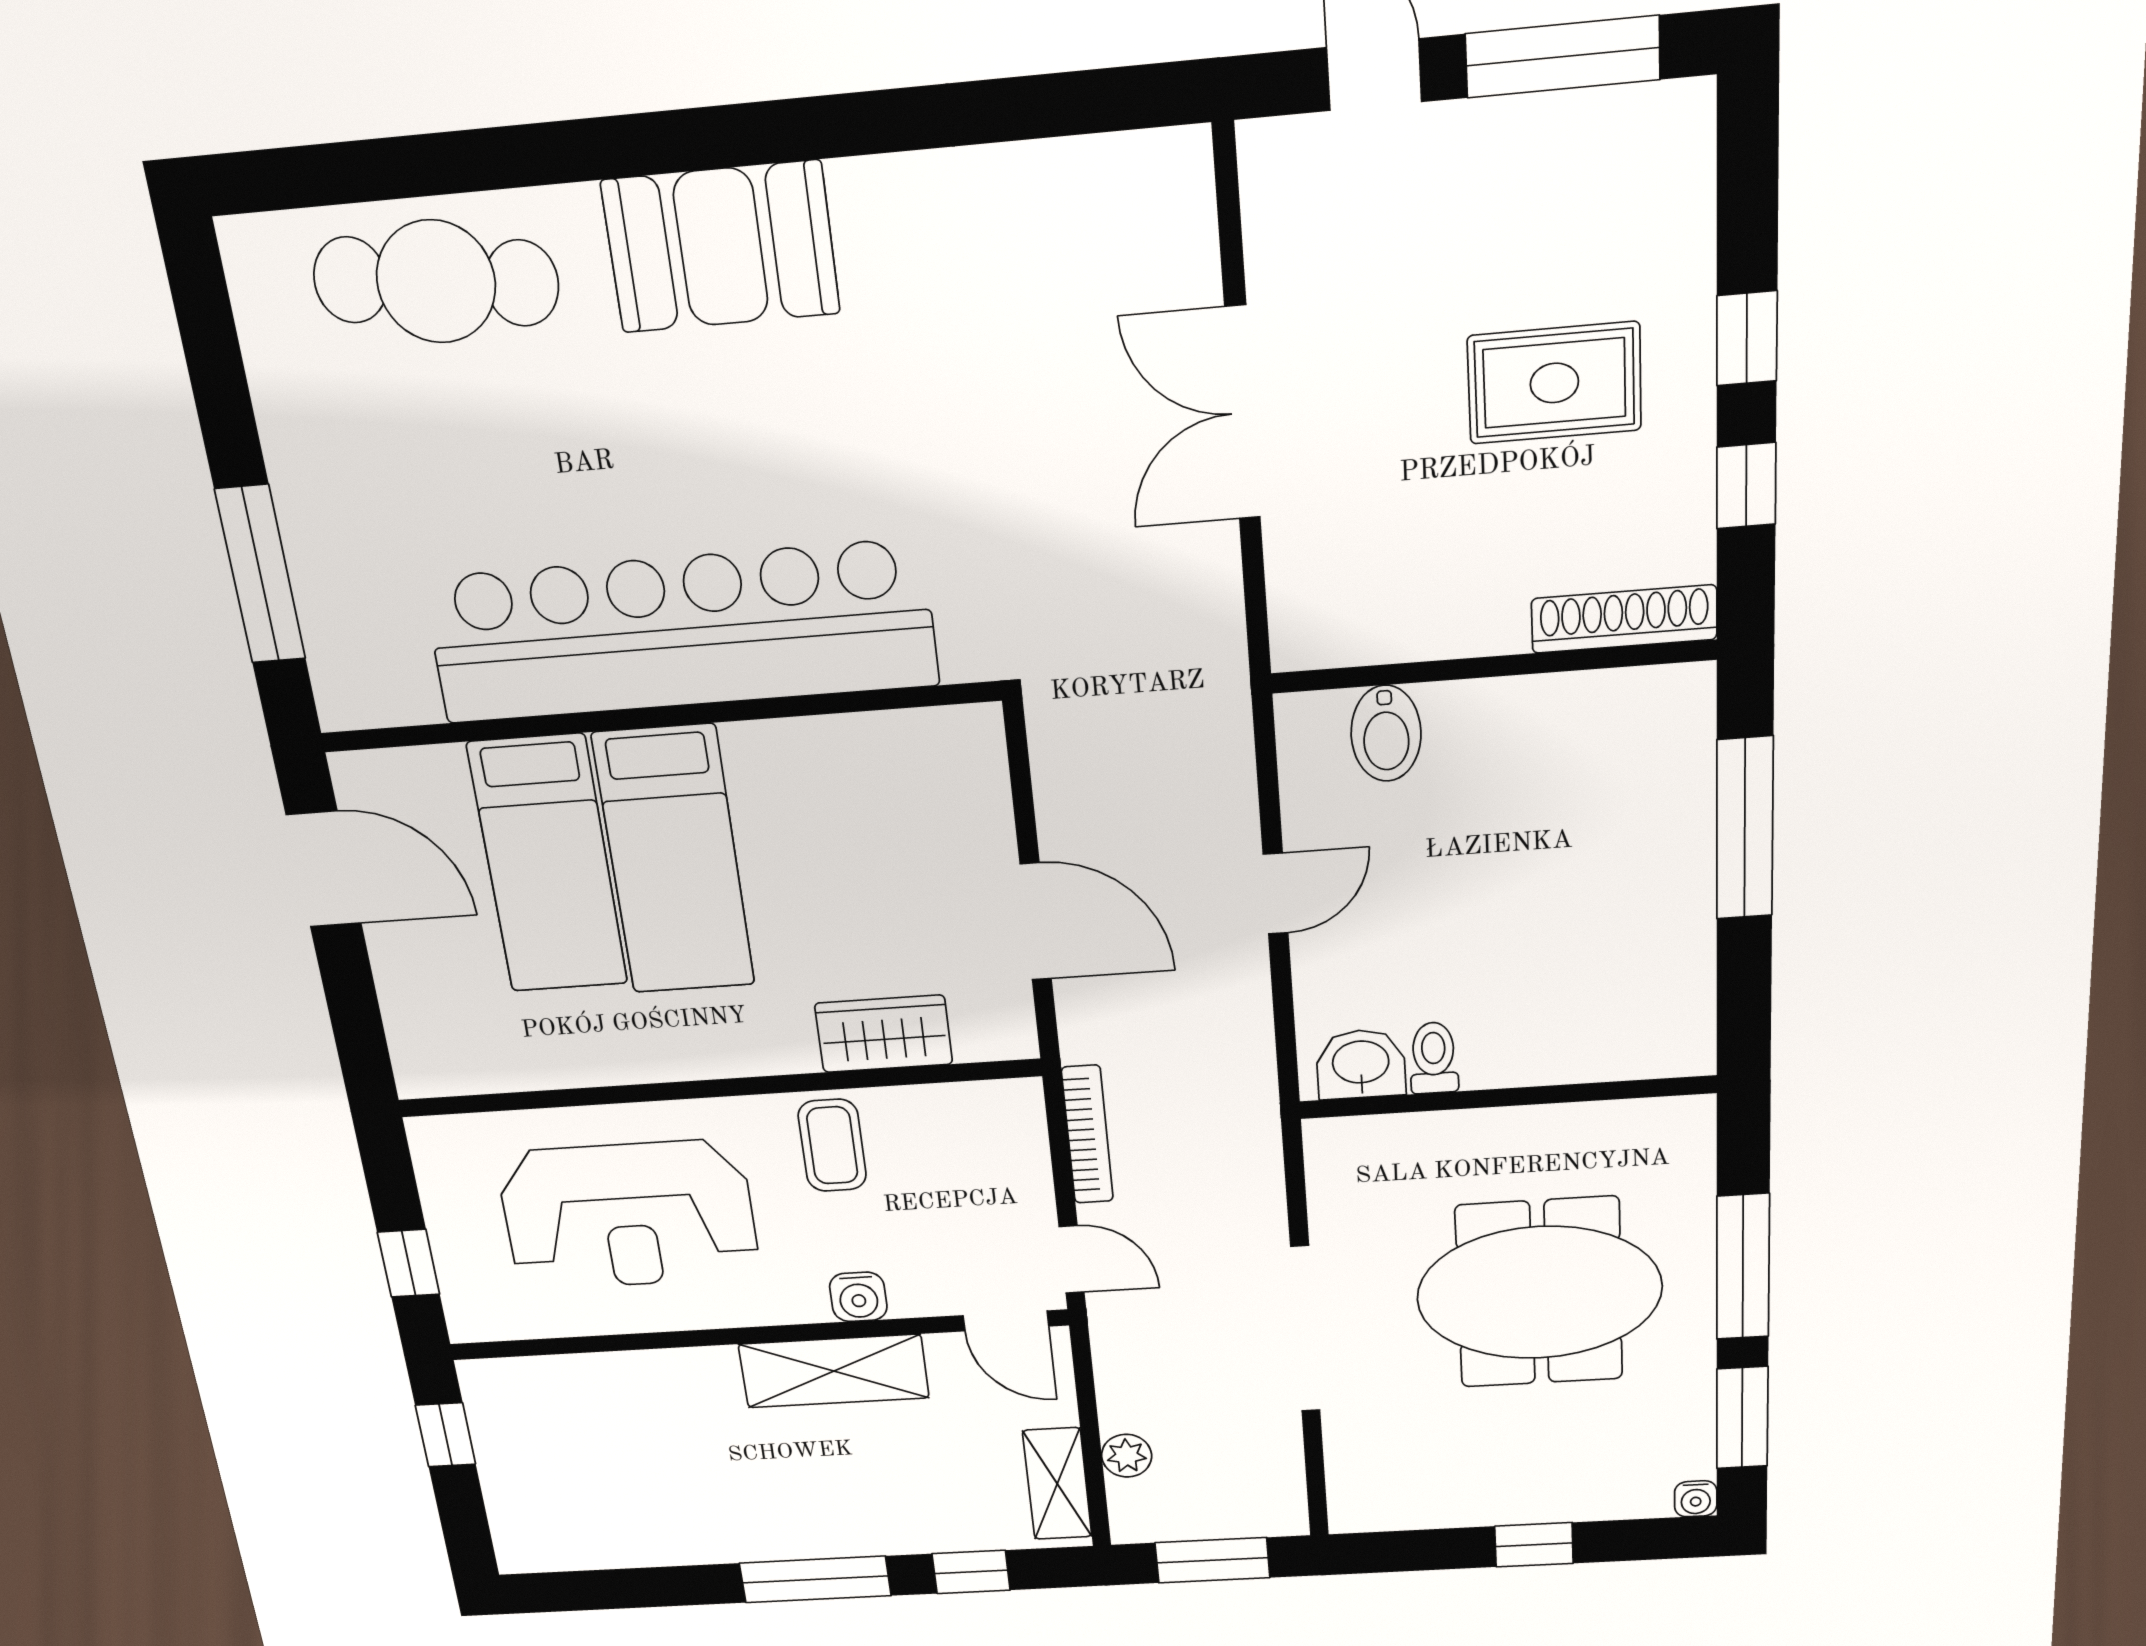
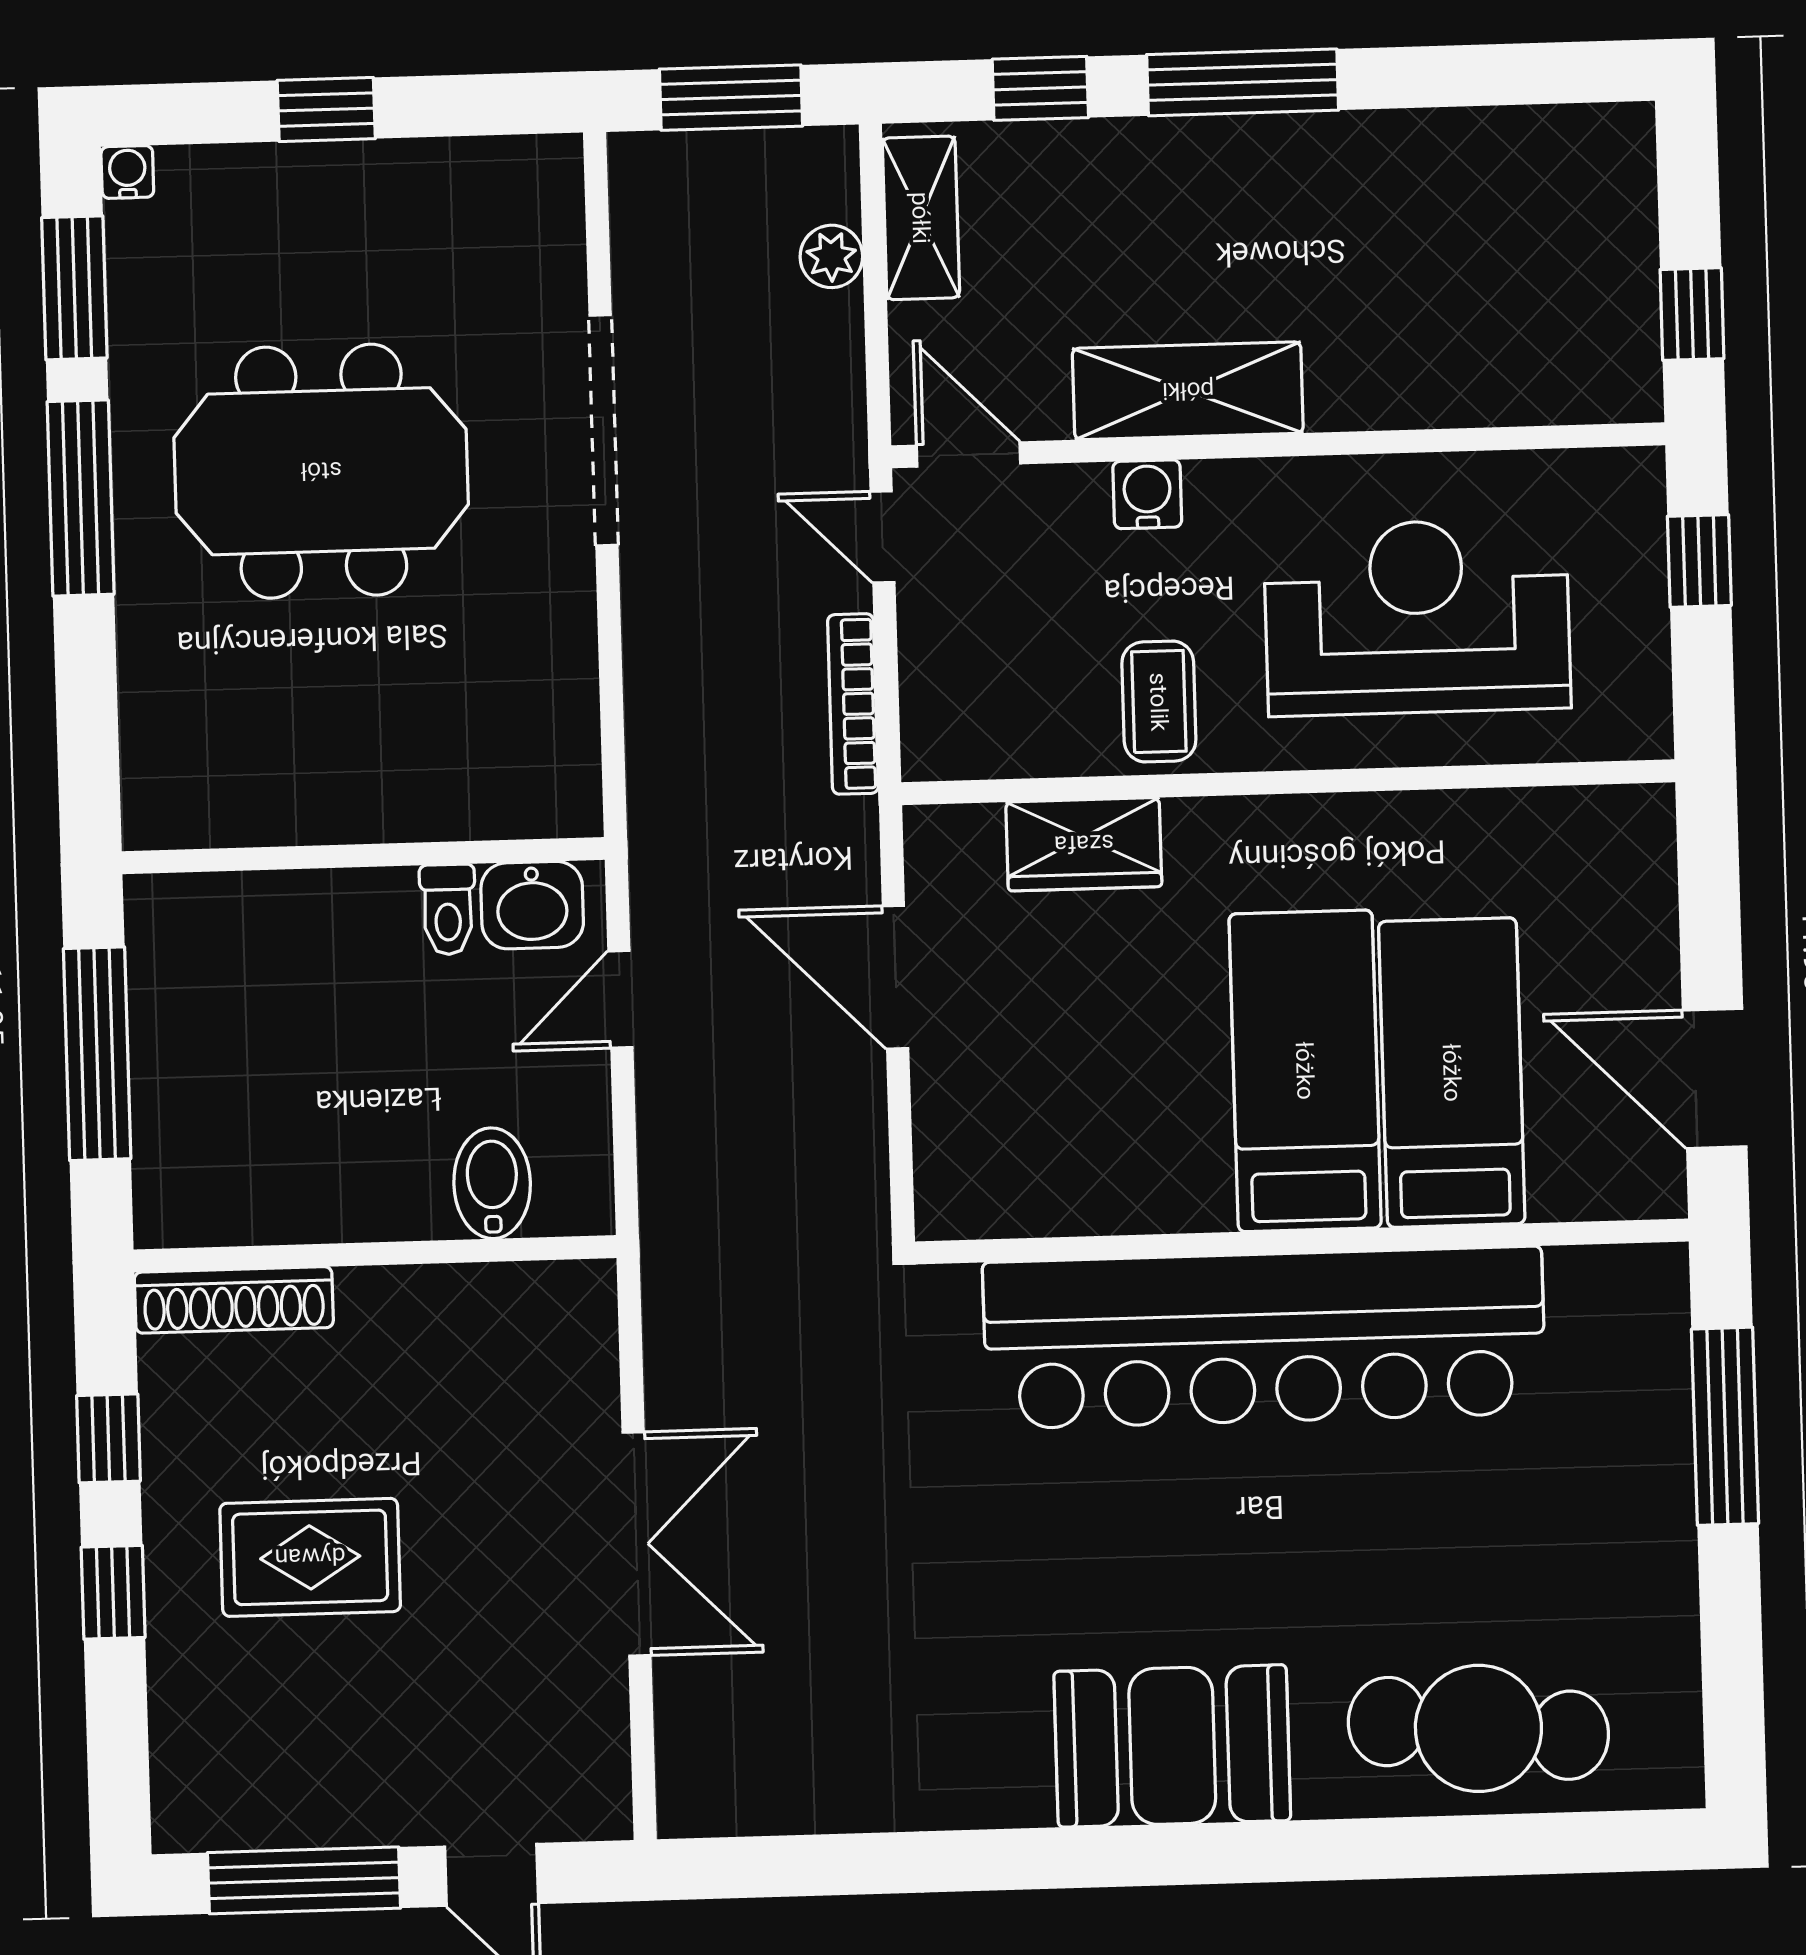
toilet: (1434, 1058) -> (448, 909), moved
washbasin: (1361, 1064) -> (532, 905), moved
wall: (1507, 1097) -> (363, 856), moved

